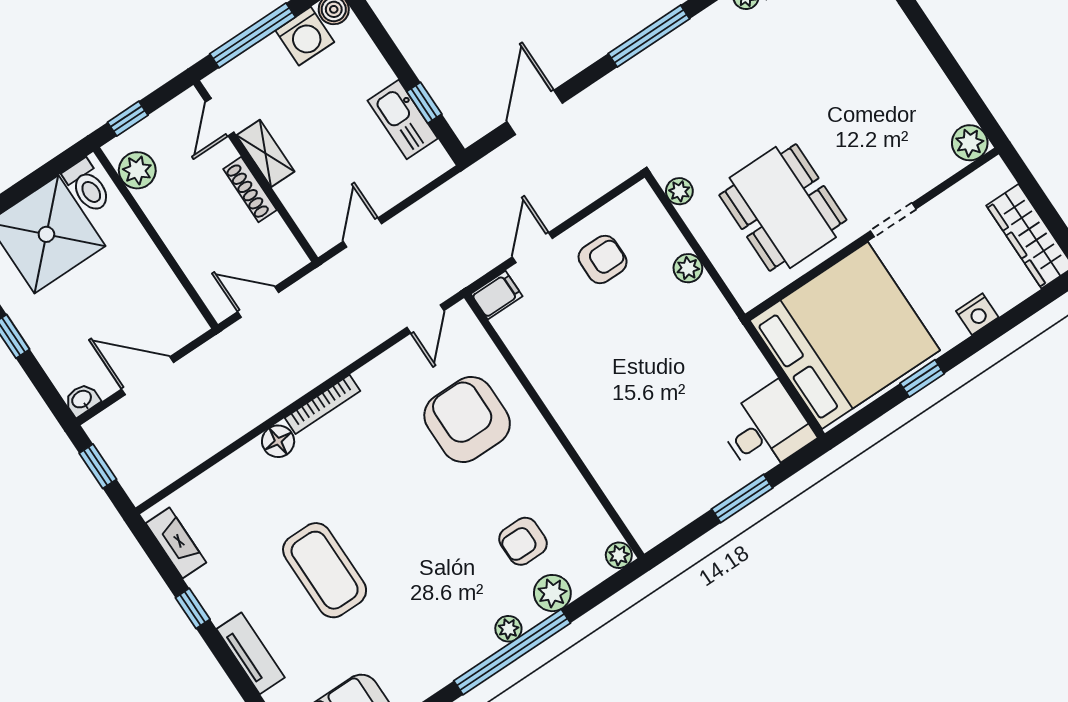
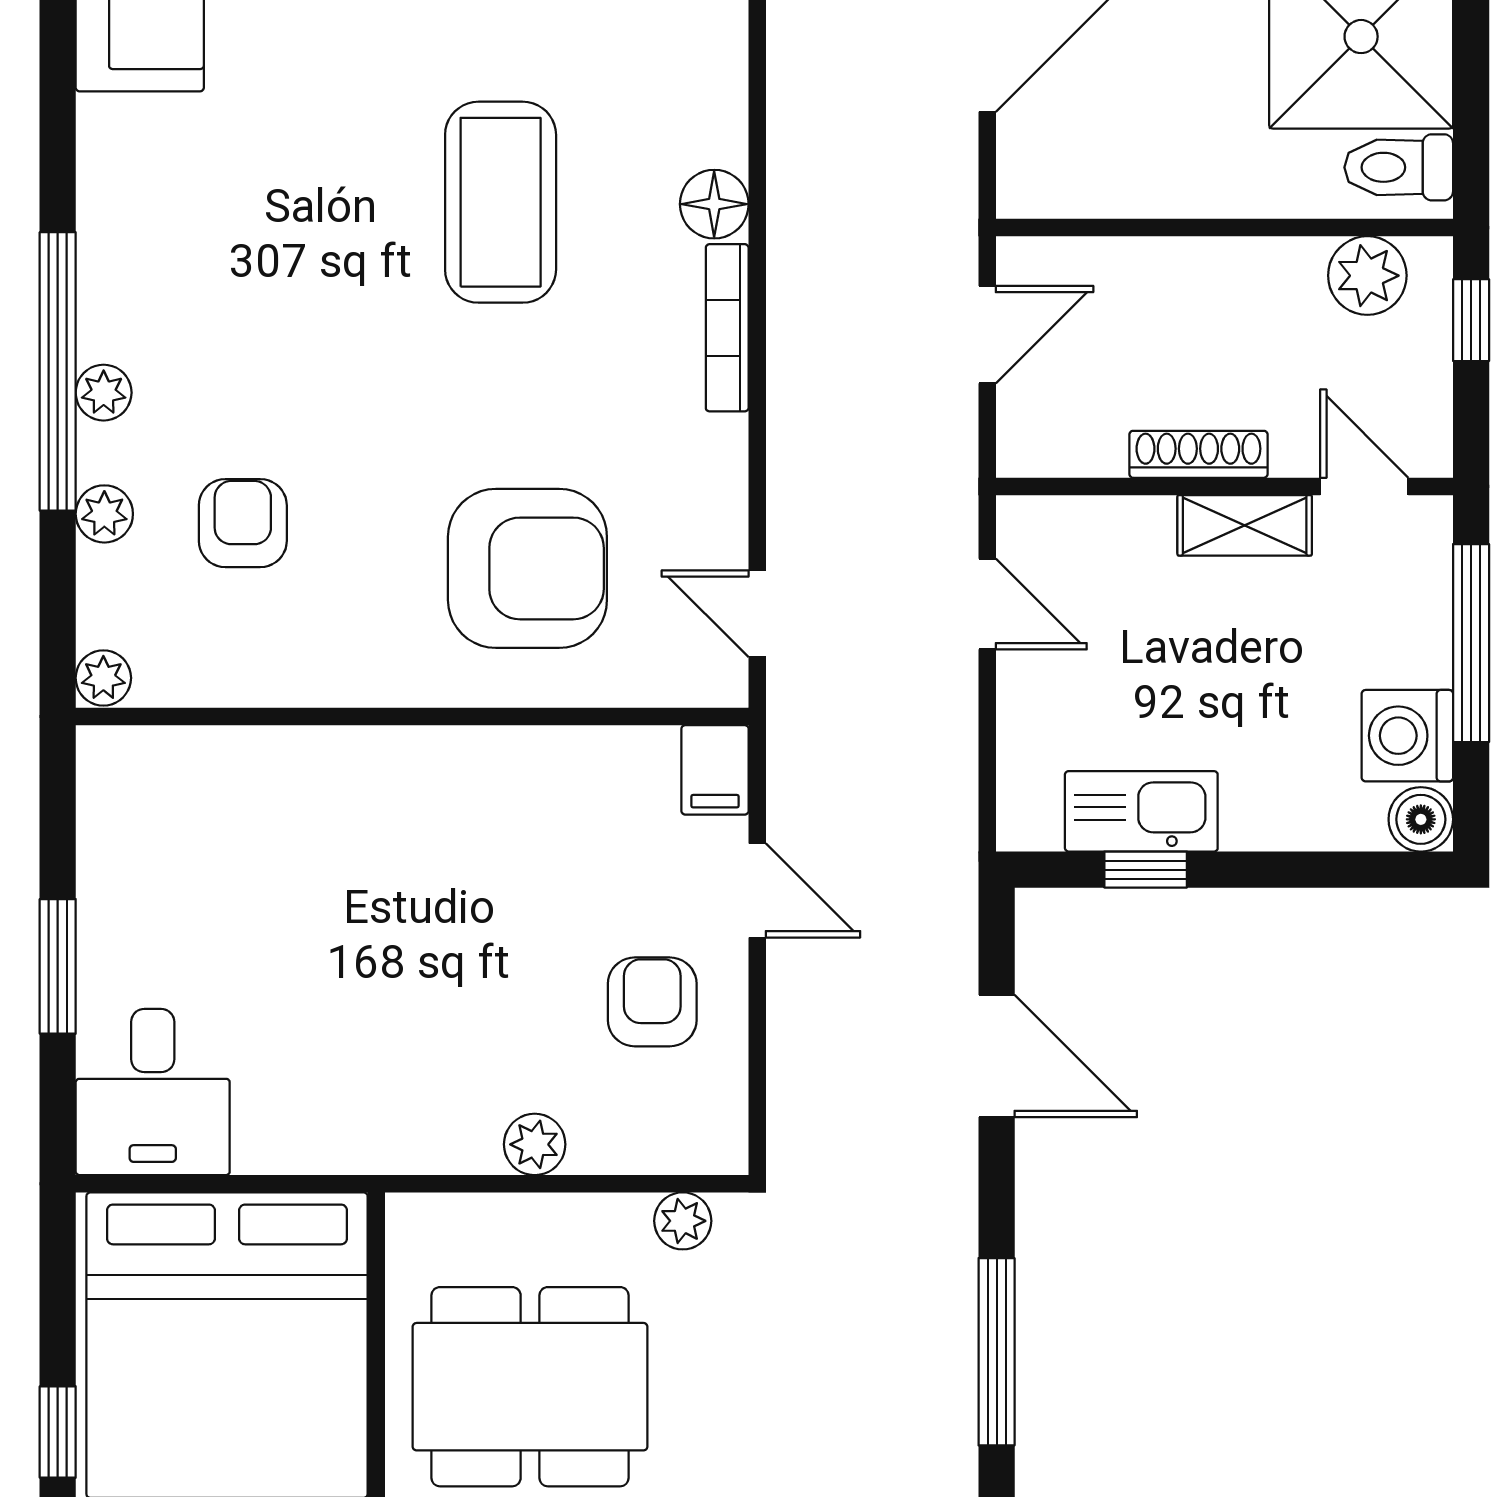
armchair: (603, 259) -> (652, 1002), turned 180
coffee table: (325, 570) -> (501, 202), moved, turned 90
plant: (552, 593) -> (104, 514), width x0.73, depth x0.73

